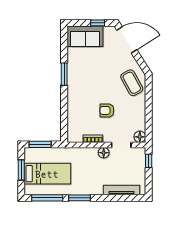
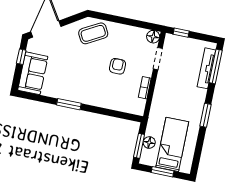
armchair: (107, 110) -> (117, 66), turned 180
floor lamp: (104, 153) -> (149, 142), moved
window: (47, 198) -> (216, 66), moved

